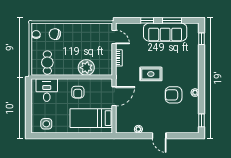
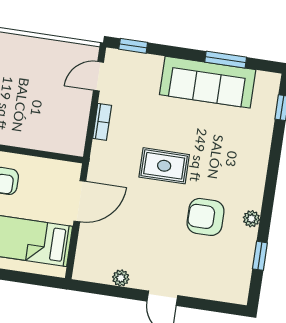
window: (147, 20) -> (133, 46), moved
door: (114, 37) -> (98, 76), swing flipped
plant: (86, 68) -> (30, 132), removed
window: (202, 120) -> (260, 256), moved

